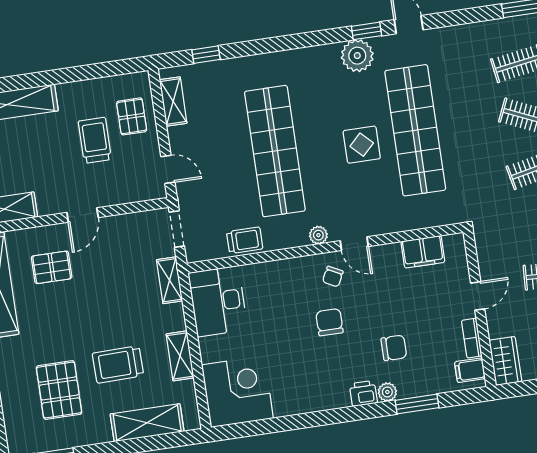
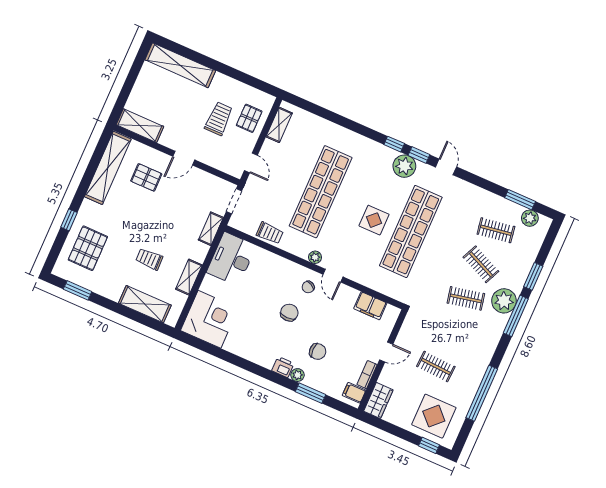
window: (206, 55) -> (394, 144), moved
trolley: (118, 364) -> (149, 259), width x0.73, depth x0.72
pallet: (59, 390) -> (88, 248), moved

